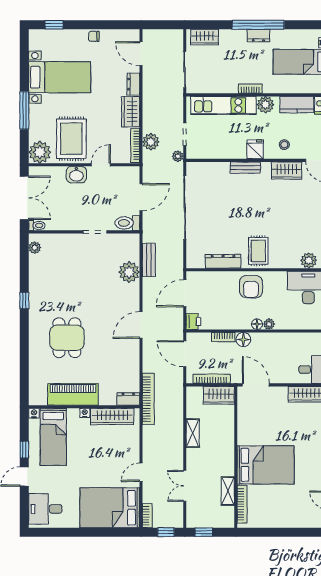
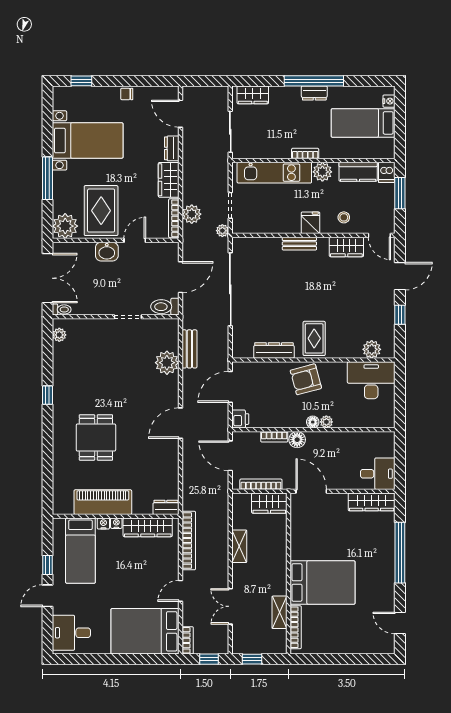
armchair: (251, 287) -> (306, 379), turned 75
bookcase: (148, 399) -> (189, 541), moved
nightstand: (34, 413) -> (103, 524), moved

